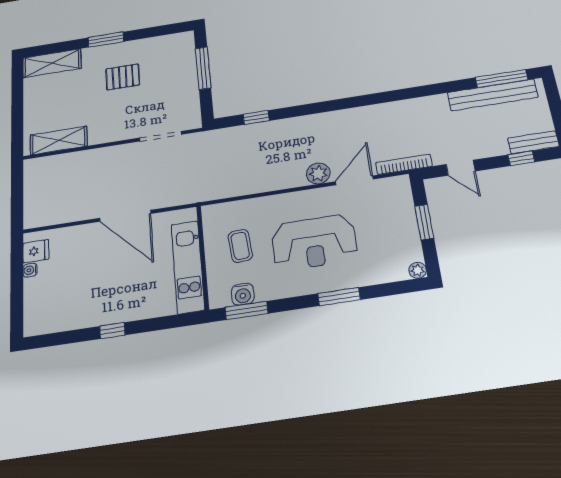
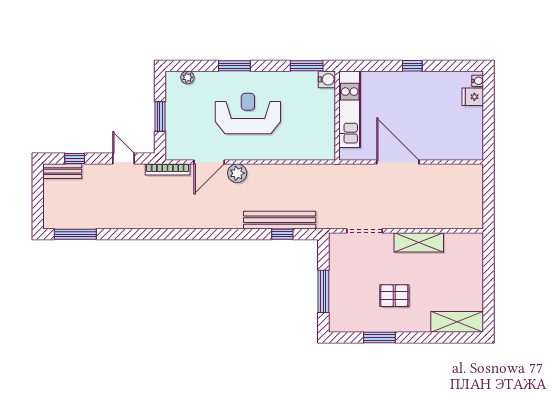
window: (106, 40) -> (379, 337), moved
bench: (493, 95) -> (280, 220), moved
shelving: (59, 140) -> (419, 242), moved
coffee table: (240, 246) -> (306, 120), removed
fridge: (36, 251) -> (473, 97), moved
water cooler: (30, 270) -> (478, 81), moved
plant: (418, 270) -> (187, 77), moved
water cooler: (243, 294) -> (327, 79), moved, turned 90

